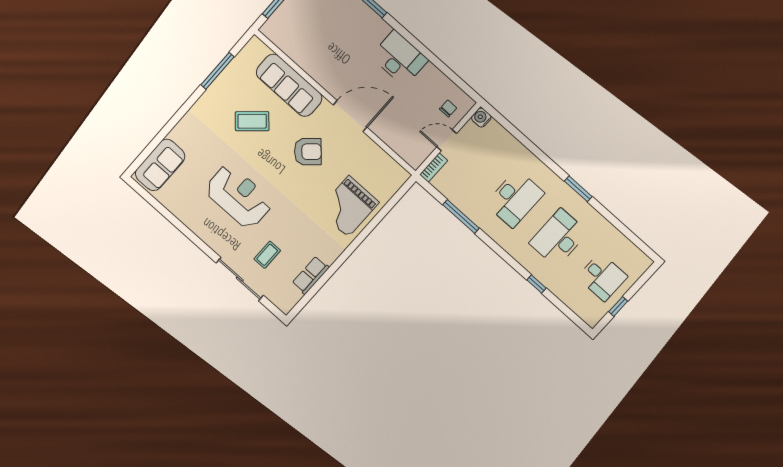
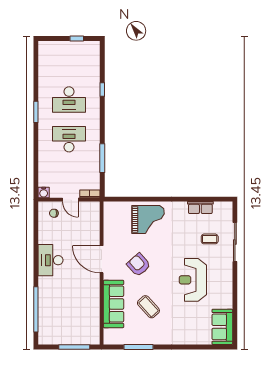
sofa: (160, 165) -> (222, 327), moved, turned -90
desk: (602, 277) -> (69, 60), removed

